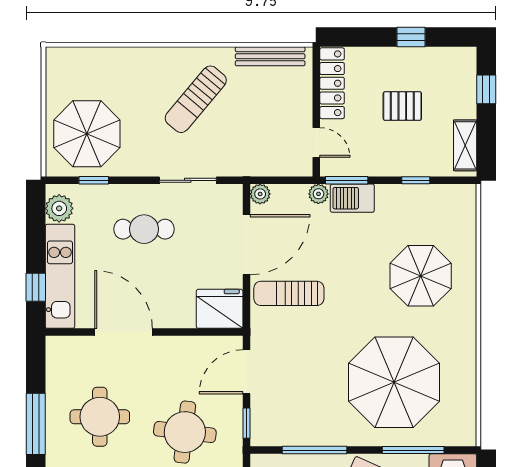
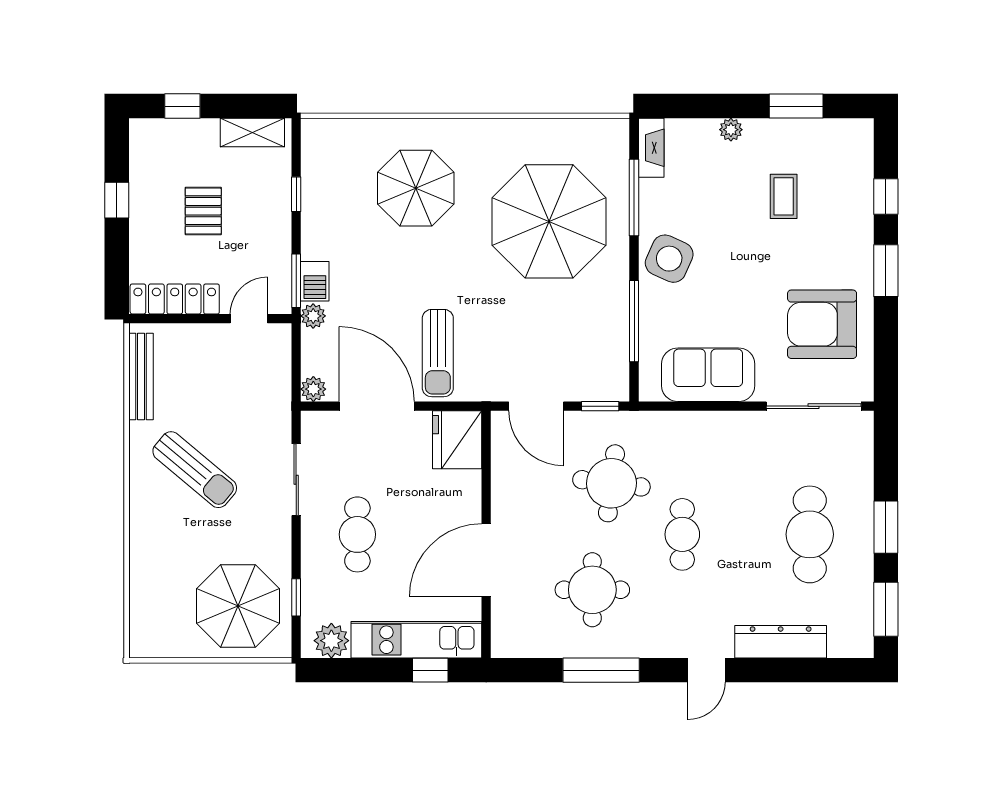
barbecue: (352, 198) -> (315, 281), width x0.73, depth x0.79

